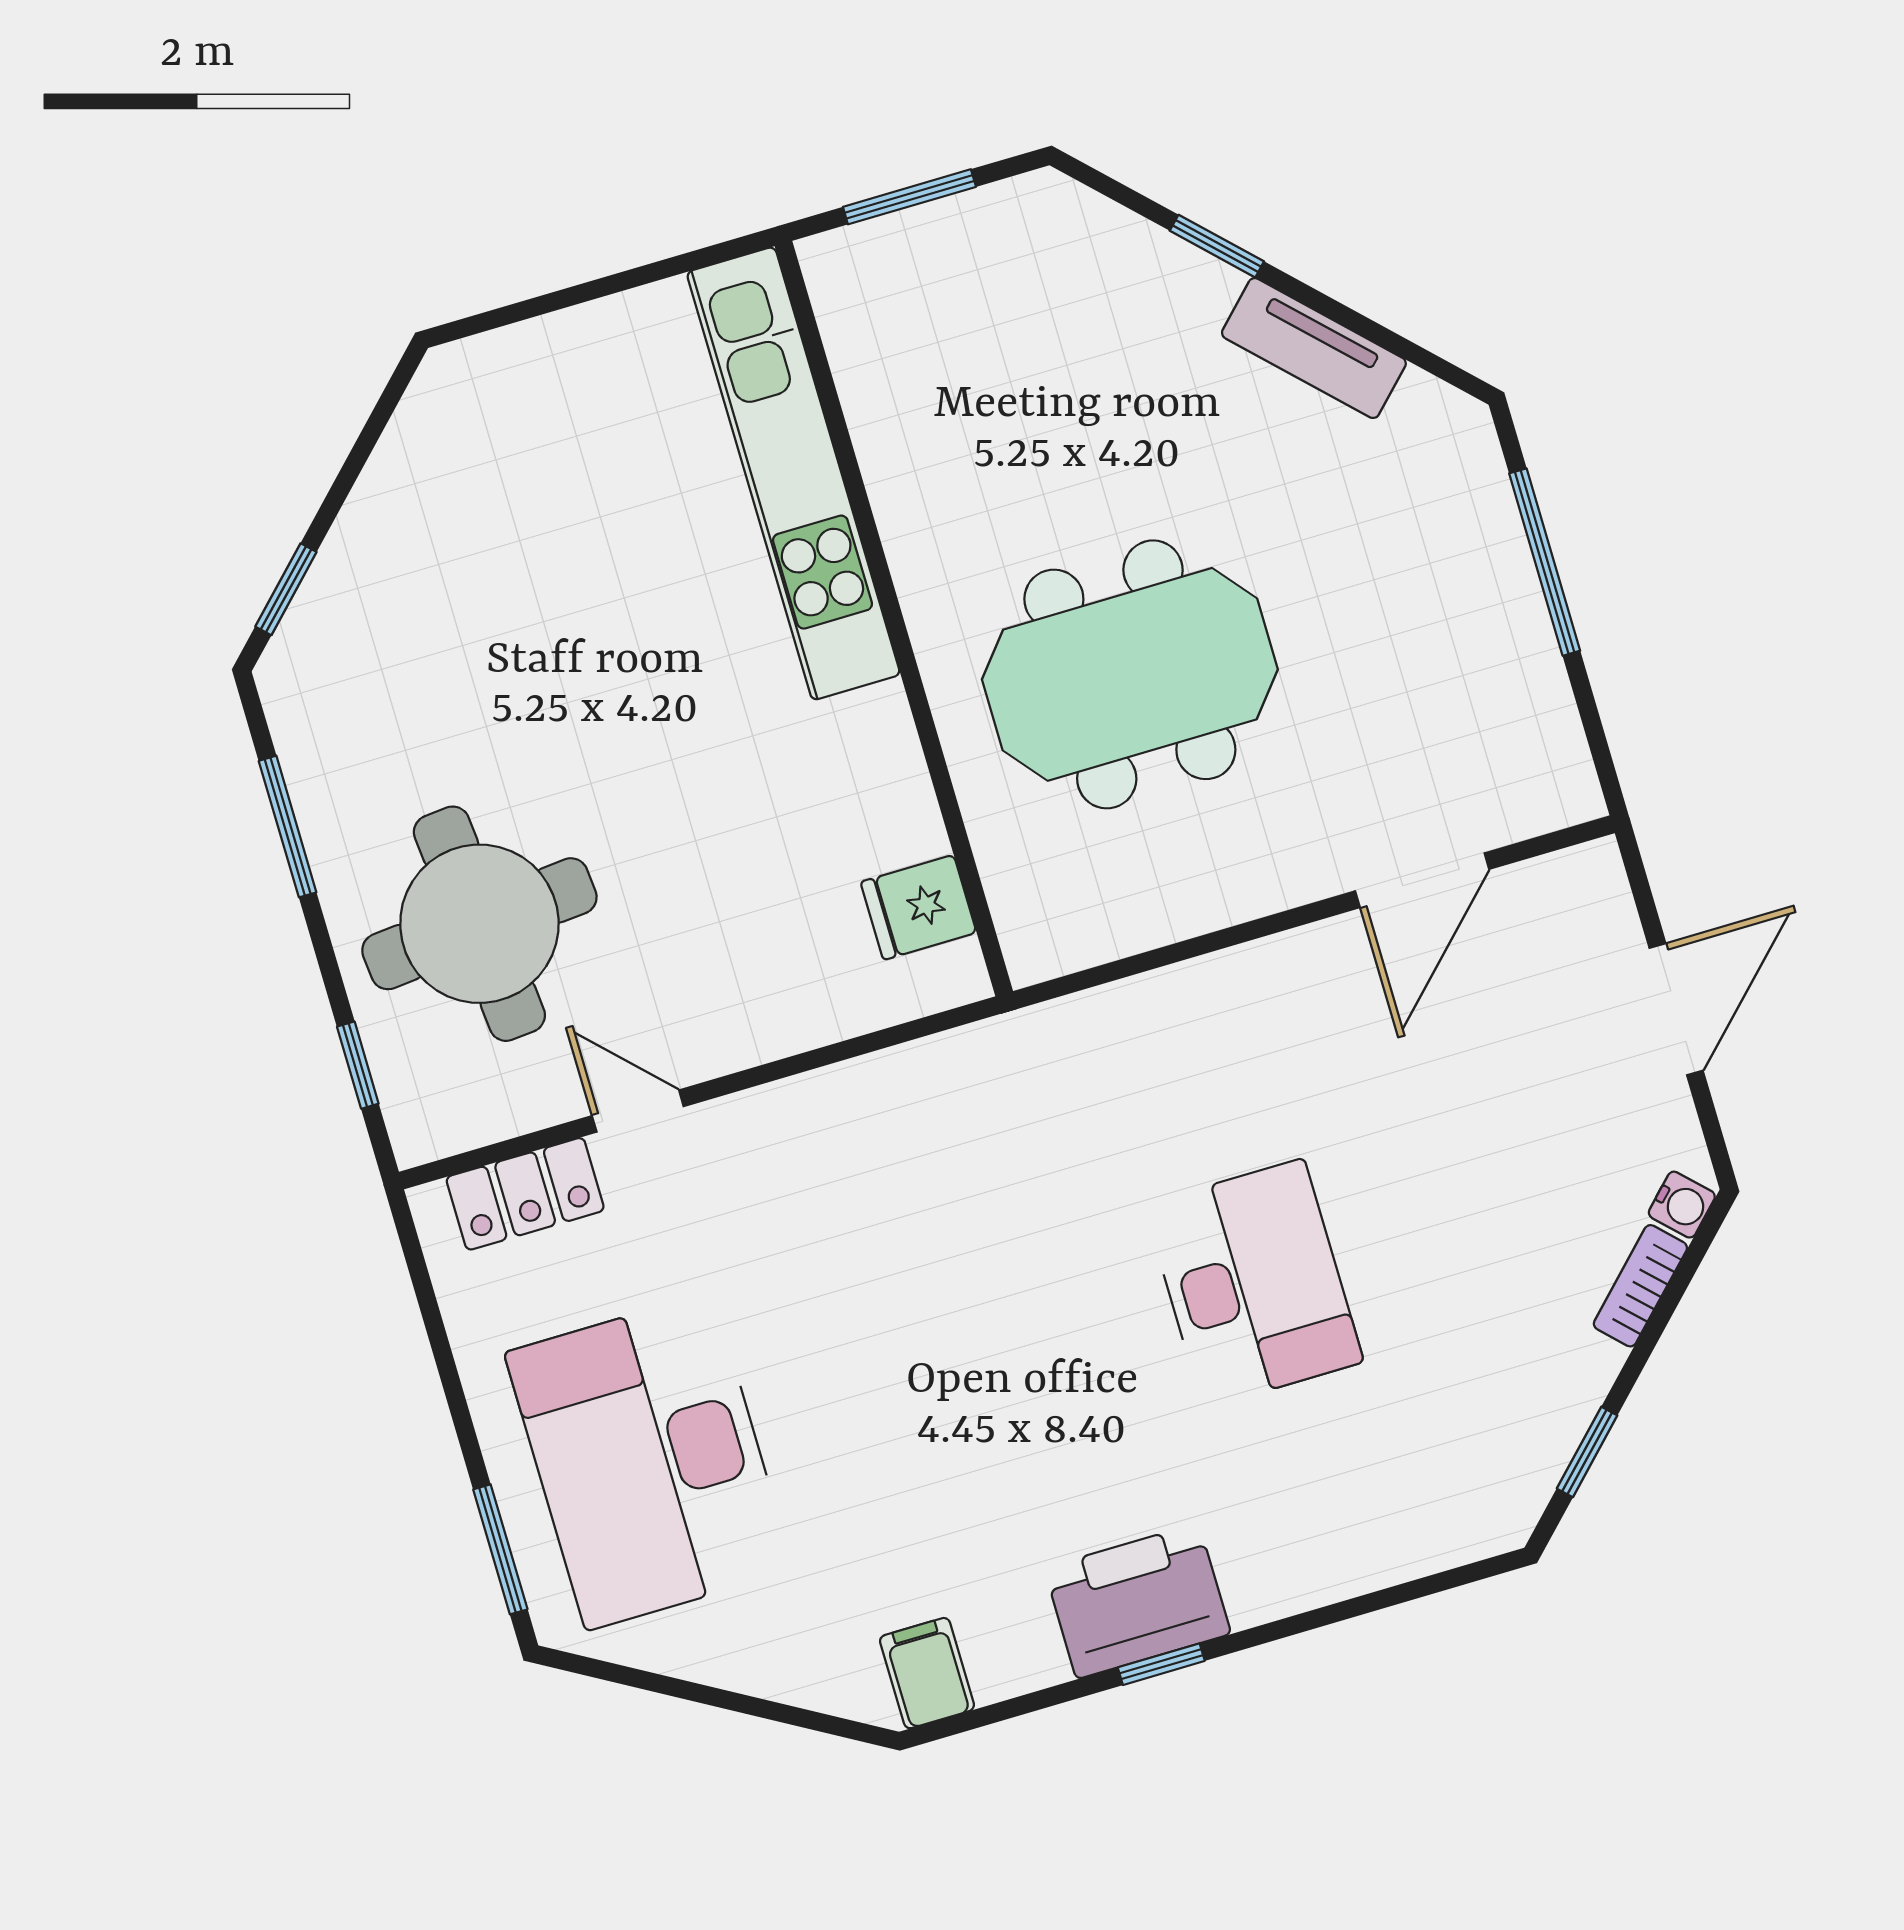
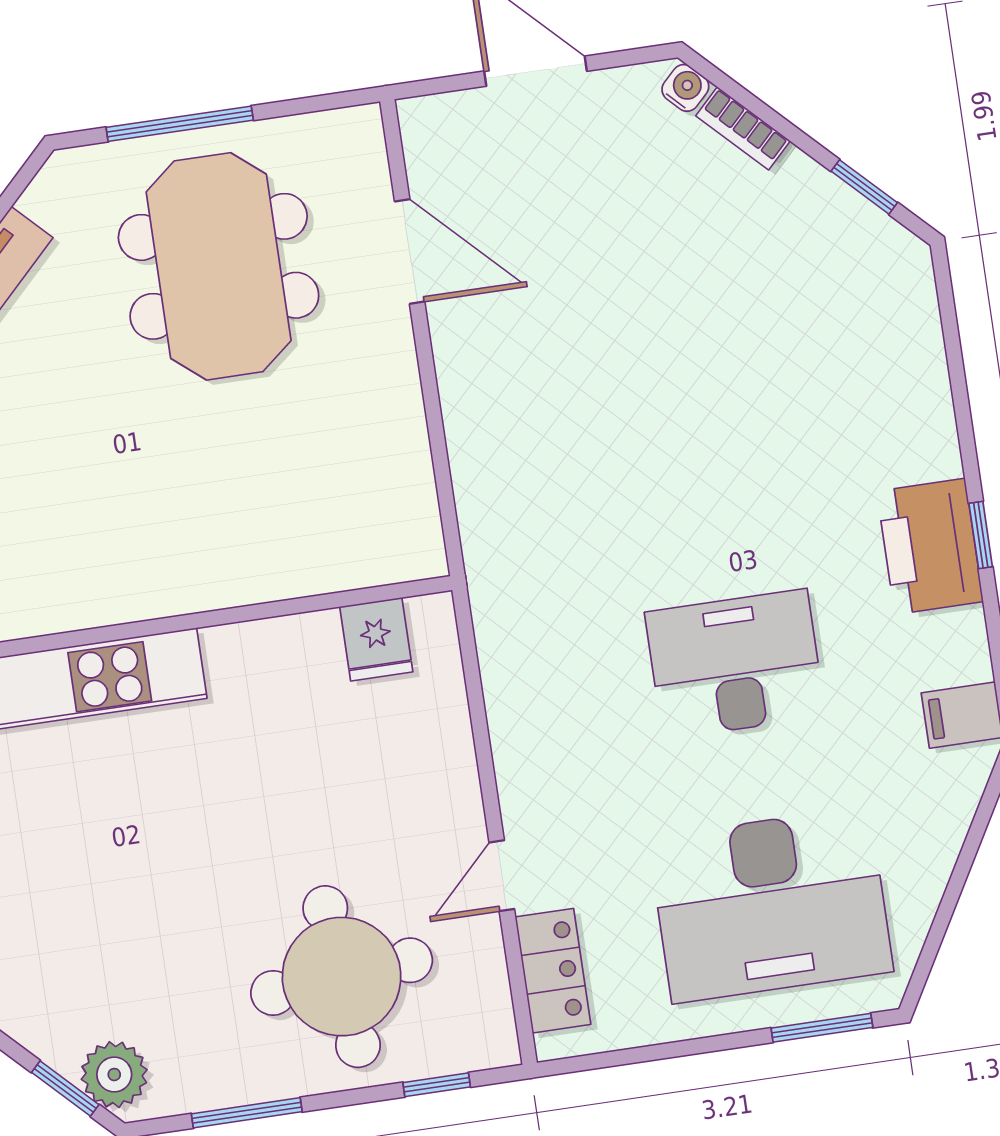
plant: (313, 650) -> (114, 1075), added
meeting table: (1130, 674) -> (219, 266), moved
desk: (1254, 1283) -> (735, 664), moved

